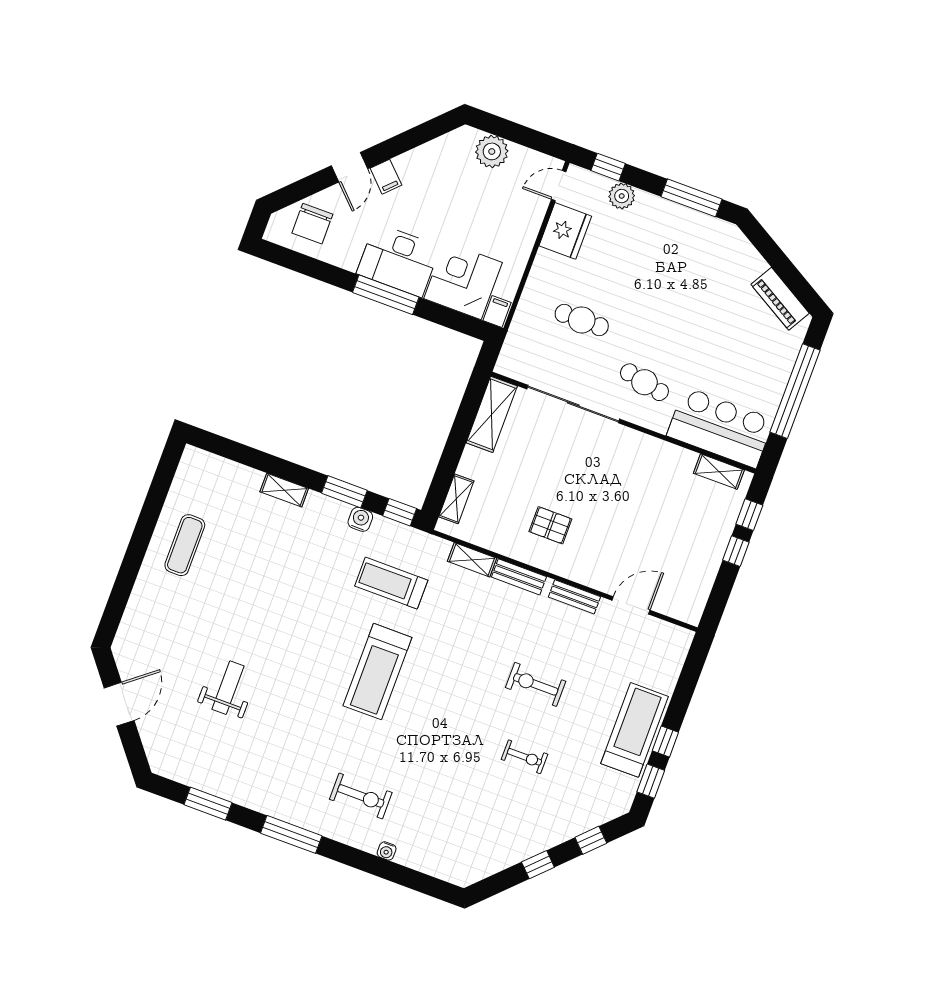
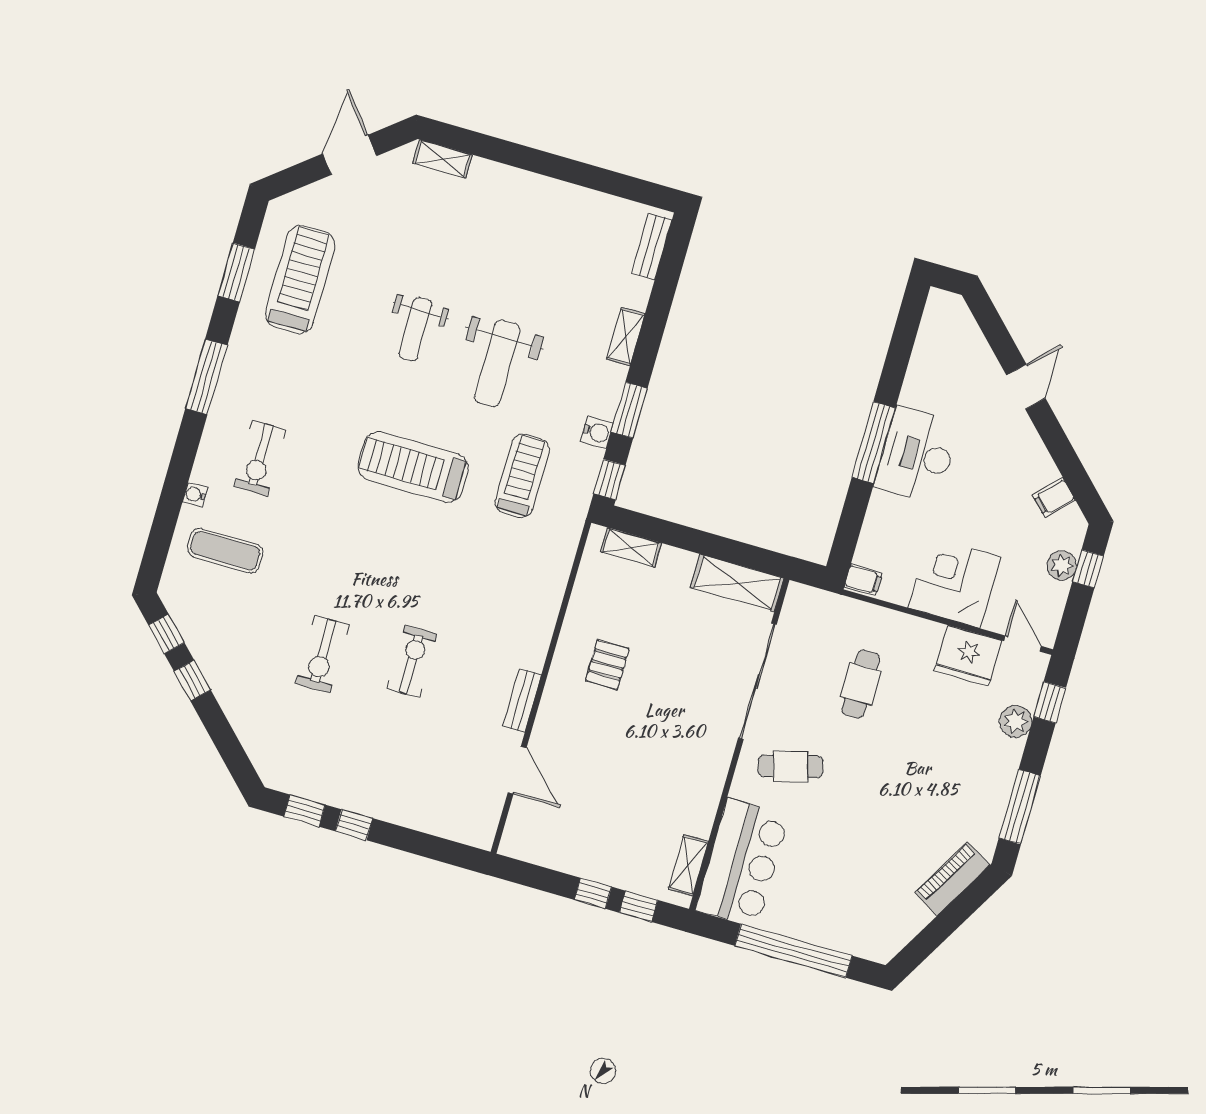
window: (502, 128) -> (1088, 569), added
plant: (492, 151) -> (1062, 565), width x0.73, depth x0.73
door: (350, 167) -> (1026, 387), swing flipped
filing cabinet: (386, 177) -> (1054, 498), moved
chair: (312, 224) -> (954, 346), removed
corner desk: (463, 281) -> (954, 582), moved, turned -90
piano: (780, 299) -> (952, 879), moved
cafe table: (644, 382) -> (791, 766), turned 63
exercise mat: (185, 545) -> (225, 551), moved
shelving: (472, 560) -> (442, 159), moved, turned 90
bench: (519, 577) -> (652, 247), moved
weight bench: (298, 597) -> (497, 363), added
weight bench: (228, 688) -> (415, 329), moved, turned 90
door: (119, 704) -> (350, 155), swing flipped
treadmill: (635, 730) -> (300, 280), moved, turned -90
exercise bike: (524, 757) -> (323, 654), width x1.38, depth x1.39
window: (591, 840) -> (166, 634), moved

